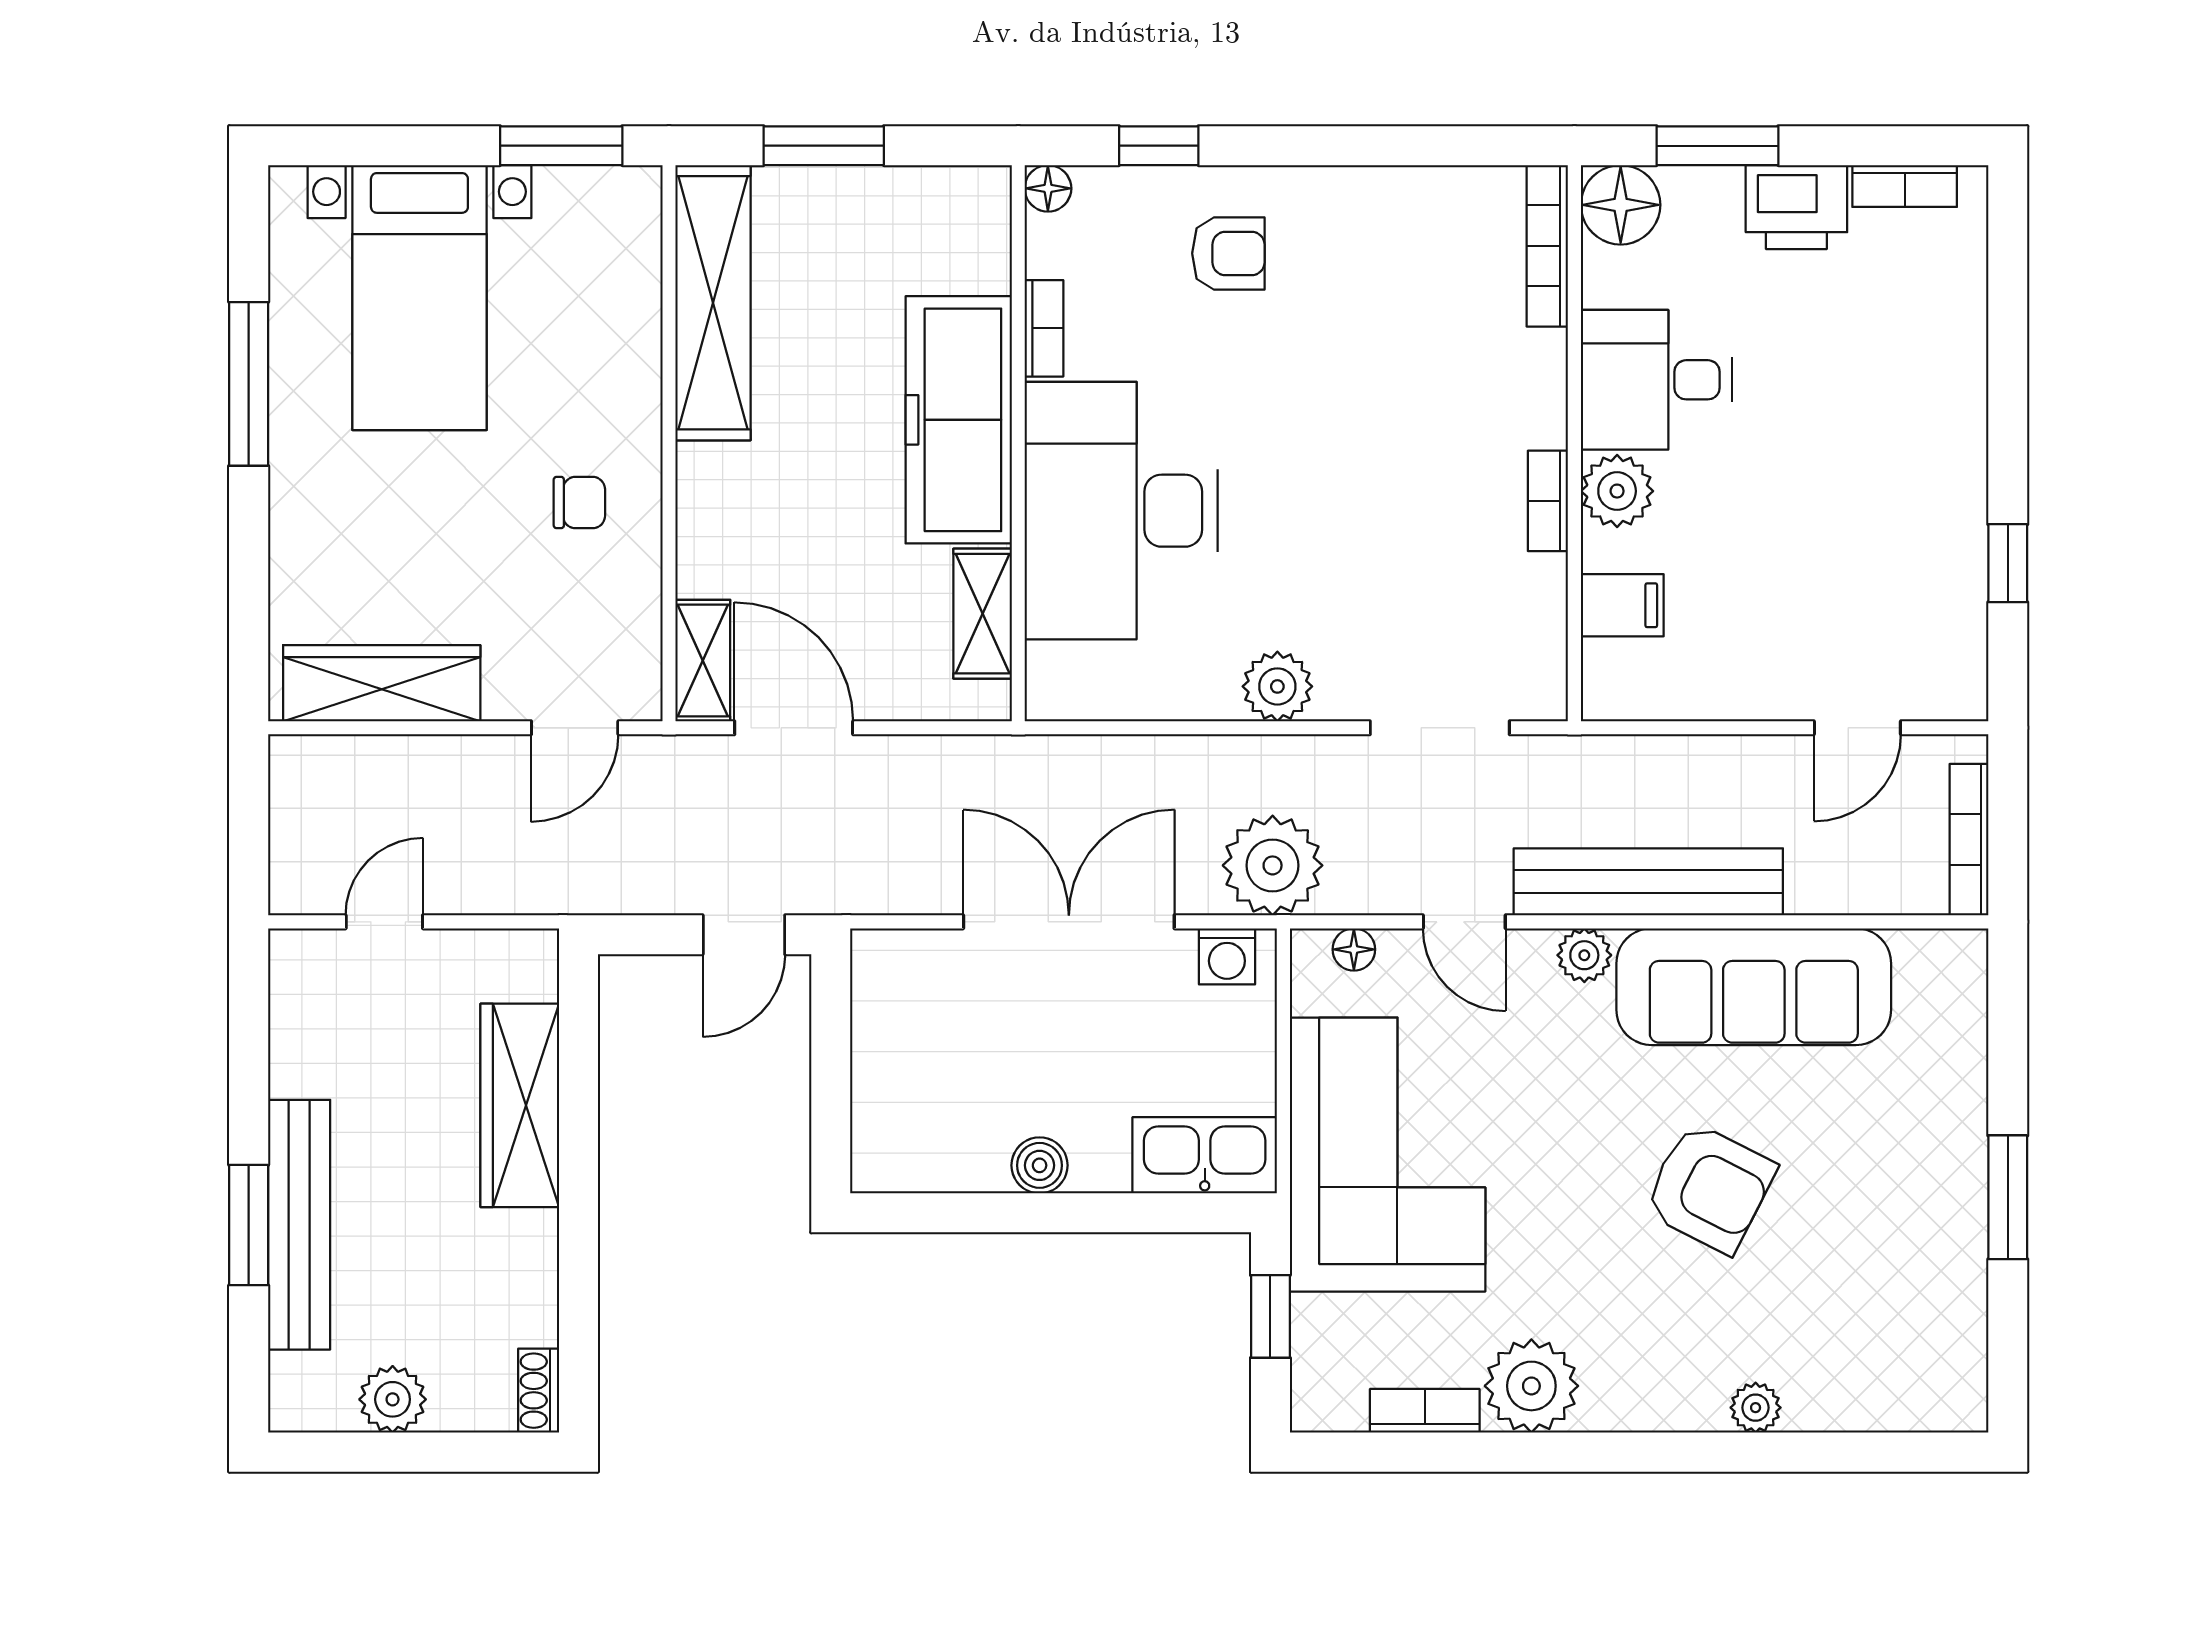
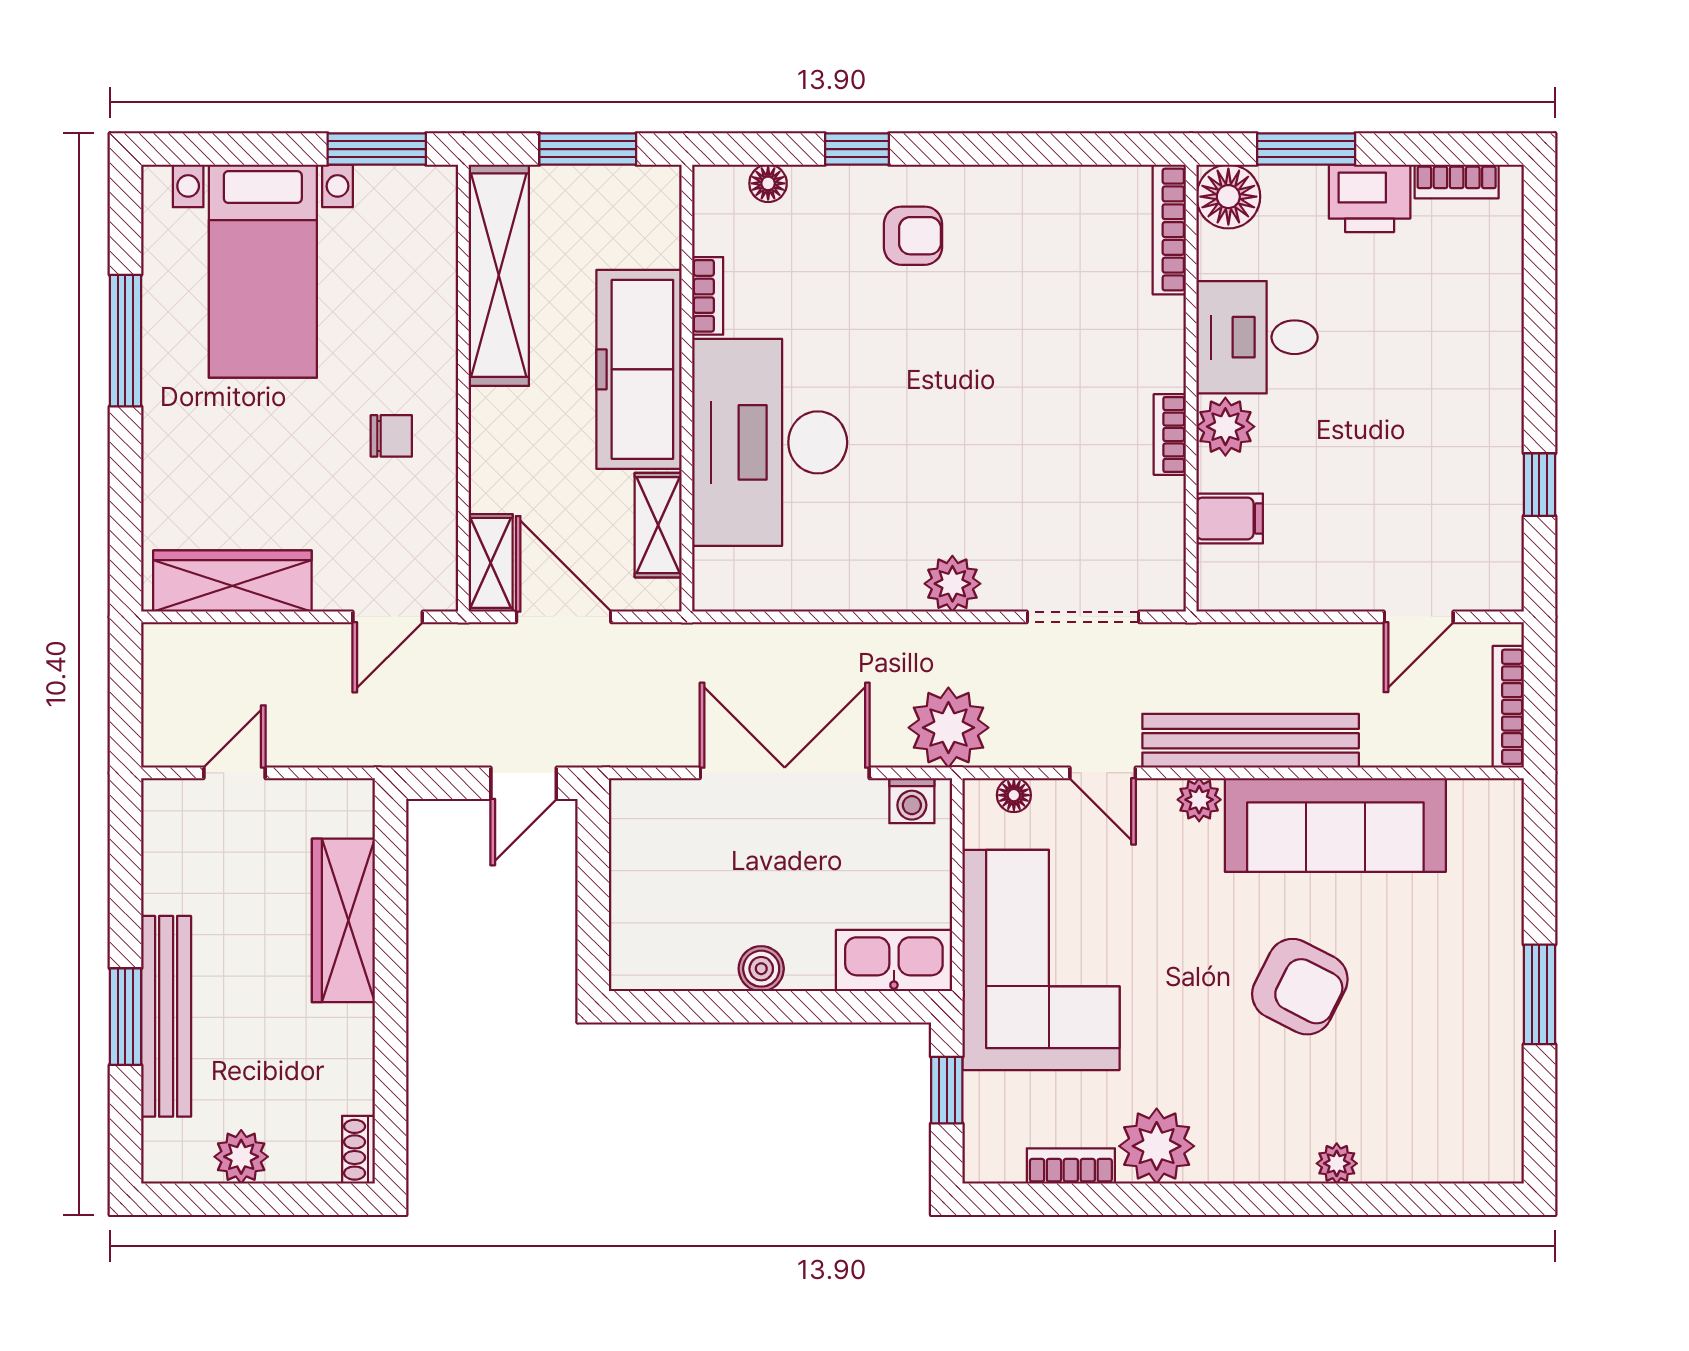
bookcase: (1044, 328) -> (708, 296), moved
freezer: (959, 420) -> (639, 369), moved
wall: (1018, 443) -> (687, 388), moved
desk: (1121, 511) -> (770, 442), moved
shelving: (983, 614) -> (658, 525), moved

